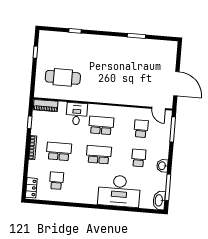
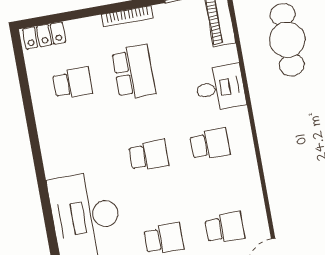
school desk: (101, 125) -> (210, 144), width x0.54
school desk: (99, 155) -> (149, 155), width x0.54

